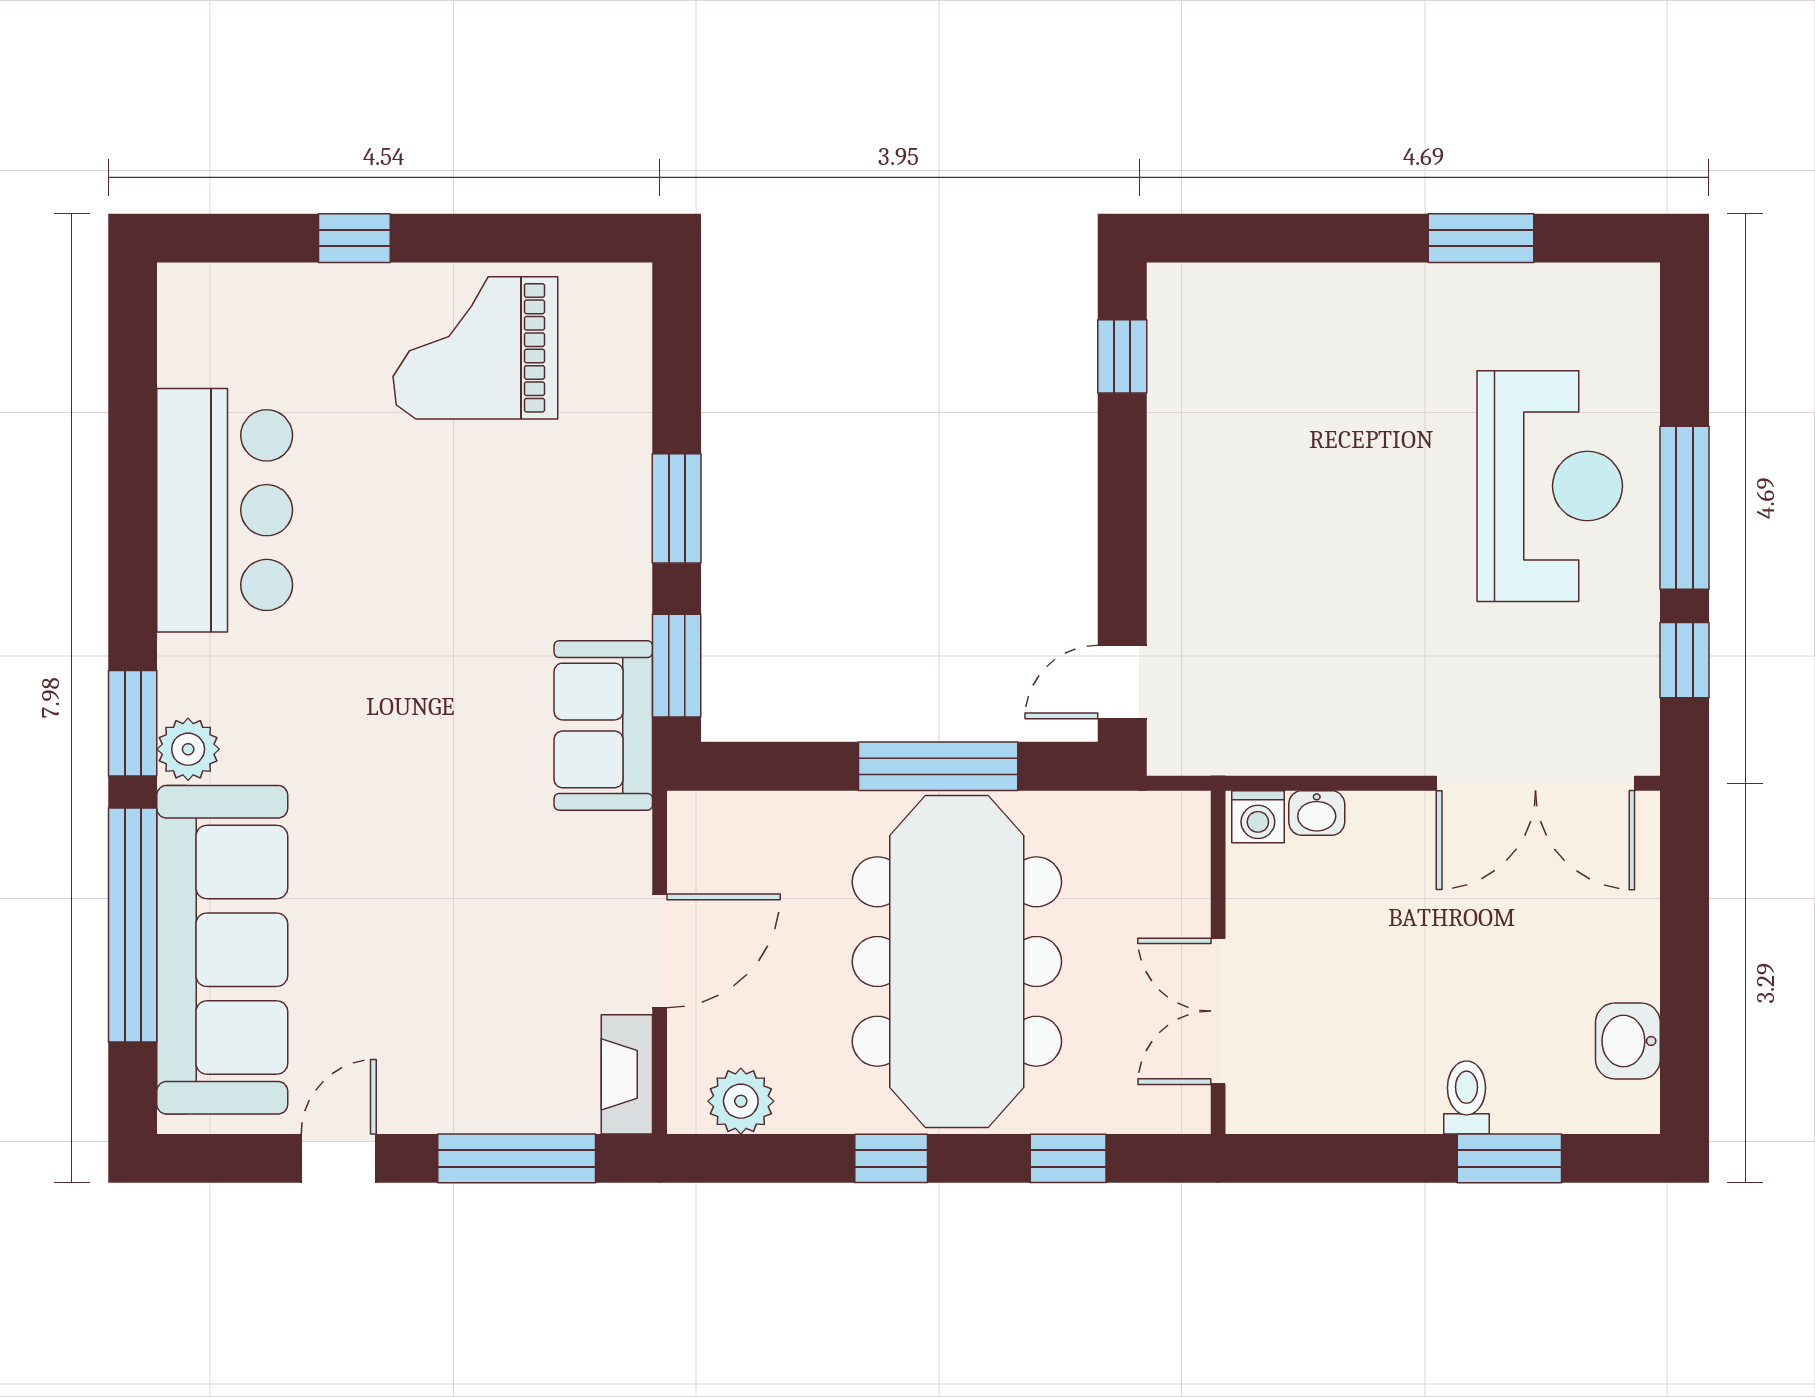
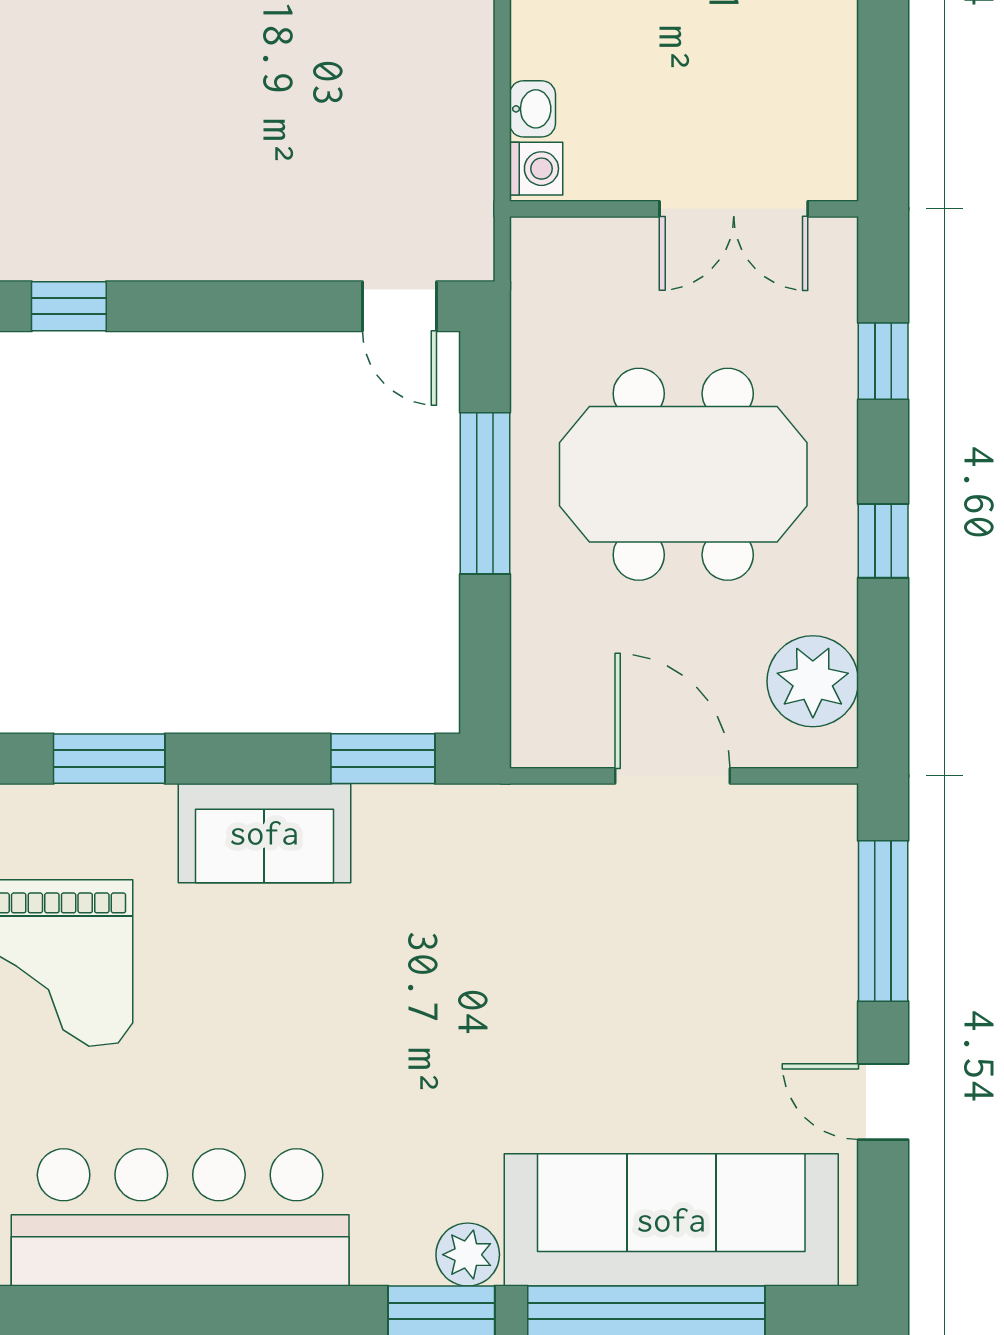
window: (677, 508) -> (109, 759), moved
bar counter: (225, 510) -> (180, 1217), width x1.36
sofa: (603, 725) -> (264, 833), moved
meeting table: (957, 962) -> (683, 474), width x0.73
fireplace: (627, 1074) -> (798, 809), removed
plant: (741, 1101) -> (813, 681), width x1.36, depth x1.36

